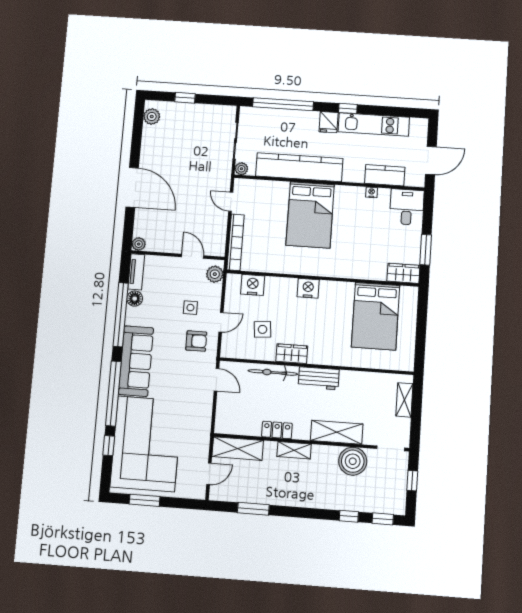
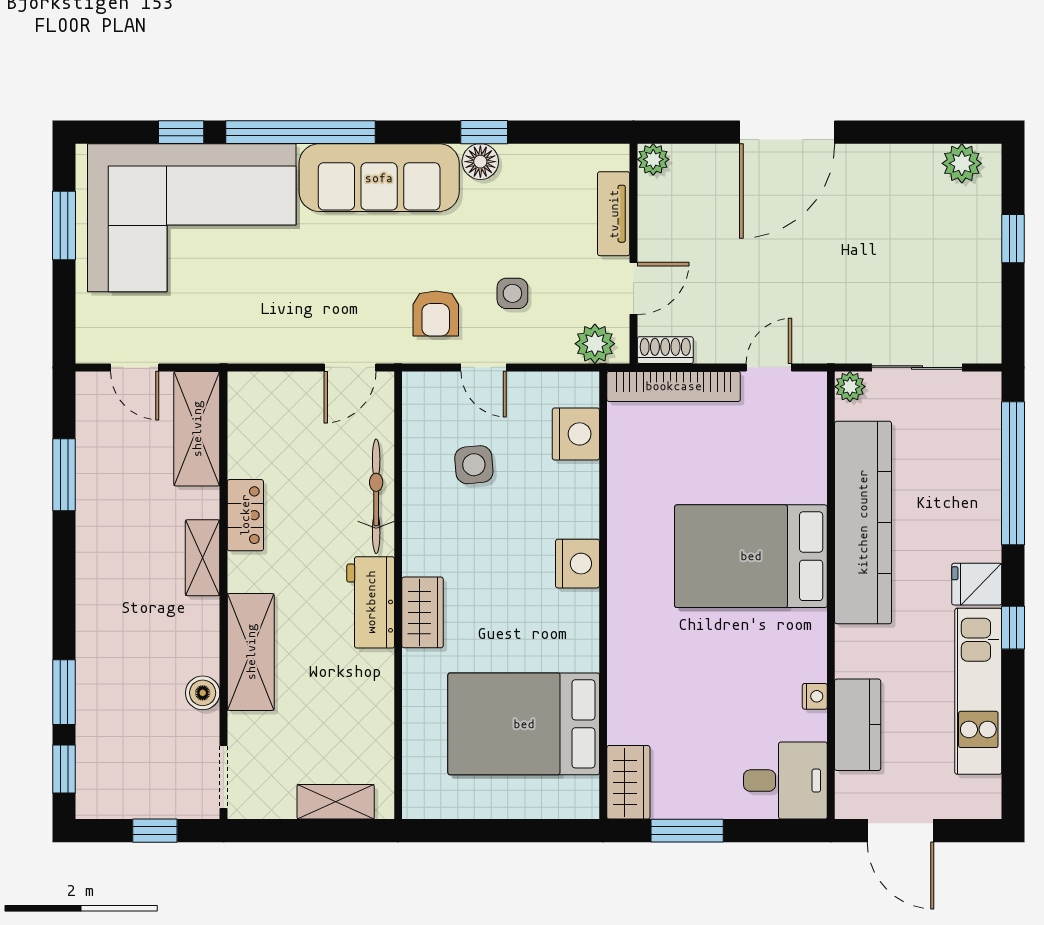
shoe rack: (220, 245) -> (665, 350), added
tv unit: (136, 272) -> (614, 214), moved, turned 90
floor lamp: (135, 299) -> (480, 162), moved
window: (121, 315) -> (484, 132), width x0.32
wardrobe: (292, 354) -> (423, 612), moved
boiler: (353, 461) -> (203, 693), width x0.54, depth x0.54
window: (349, 516) -> (64, 692), width x1.50

